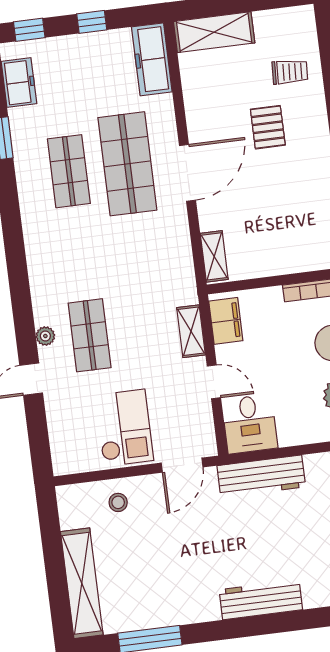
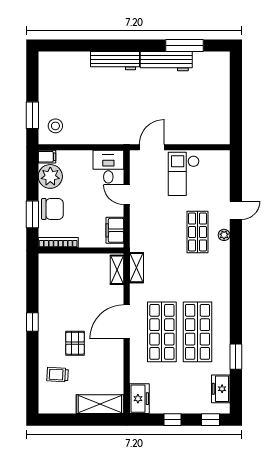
freezer: (152, 59) -> (139, 399), width x0.71
shop shelf: (69, 171) -> (198, 332), width x1.43, depth x1.36
shelving: (191, 331) -> (136, 268), moved
workbench: (261, 476) -> (166, 61), moved, turned 180
stool: (118, 502) -> (193, 130), removed
shelving: (82, 583) -> (221, 84), removed

